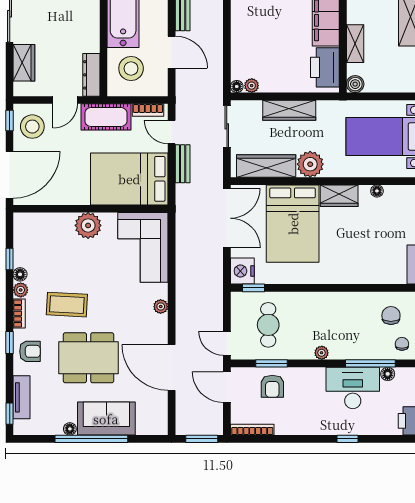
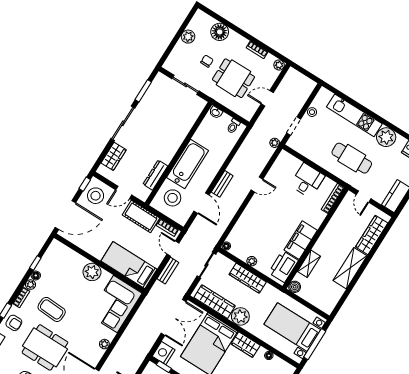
dresser: (91, 75) -> (155, 175), moved
plant: (252, 86) -> (252, 261), moved
bed: (129, 179) -> (129, 265), width x0.67

